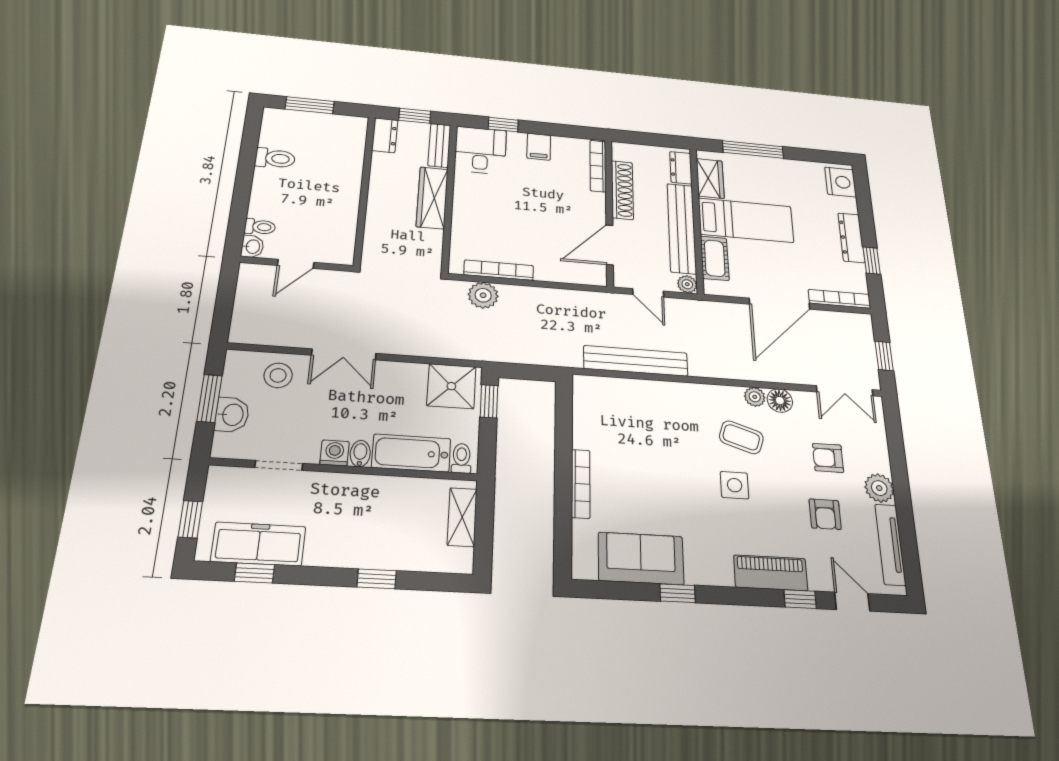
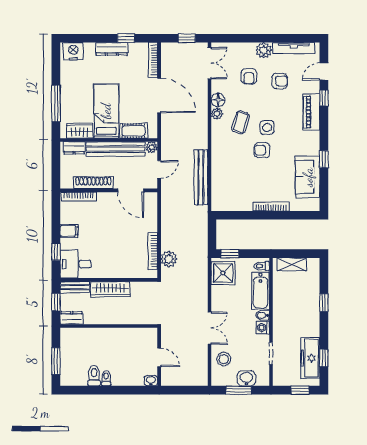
toilet: (260, 227) -> (106, 378), moved
armchair: (691, 473) -> (262, 150), added

